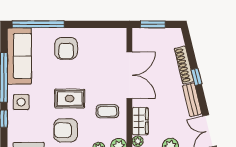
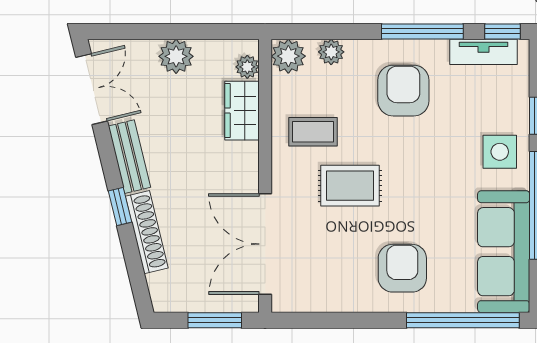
double door: (129, 75) -> (265, 244), moved
rug: (70, 99) -> (350, 186), moved
armchair: (66, 130) -> (403, 91), turned -90

